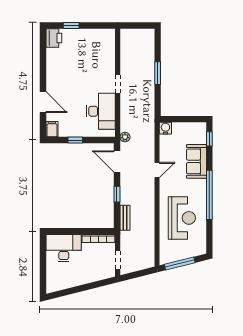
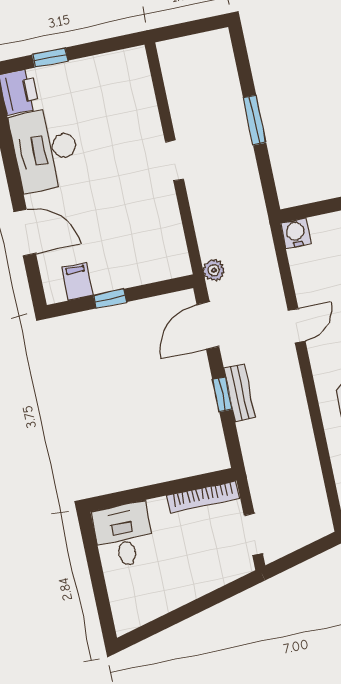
desk: (101, 111) -> (45, 149), moved, turned 180
filing cabinet: (52, 129) -> (77, 282), moved
door: (117, 162) -> (208, 326), hinge flipped
bench: (125, 218) -> (240, 393), moved
desk: (64, 248) -> (124, 535), width x0.73

